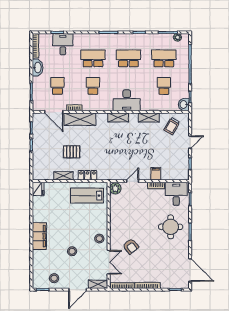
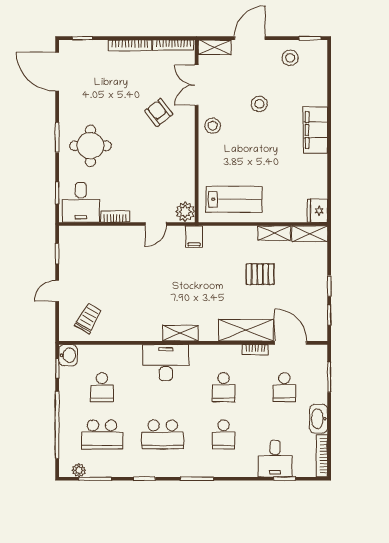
school desk: (93, 58) -> (224, 434), width x0.54
shelving: (149, 117) -> (310, 234), moved
filing cabinet: (156, 174) -> (194, 237), moved
locker: (87, 175) -> (233, 234), removed

